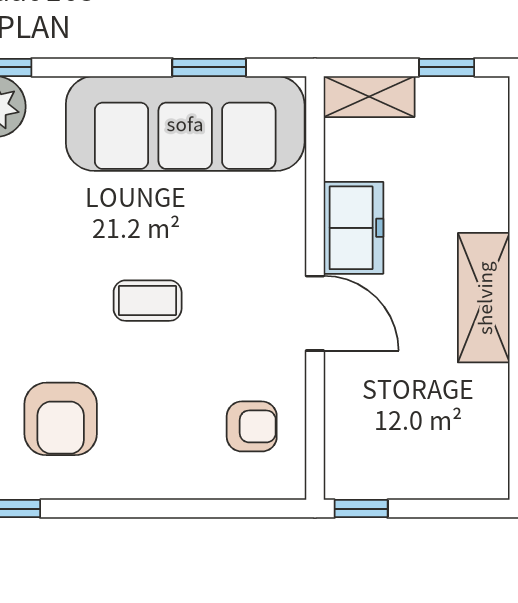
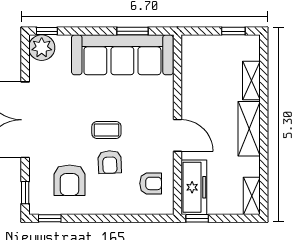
shelving: (369, 97) -> (251, 81), moved, turned 90
freezer: (353, 228) -> (194, 187), moved, width x1.40
armchair: (155, 376) -> (110, 162), added
shelving: (490, 456) -> (252, 196), added

